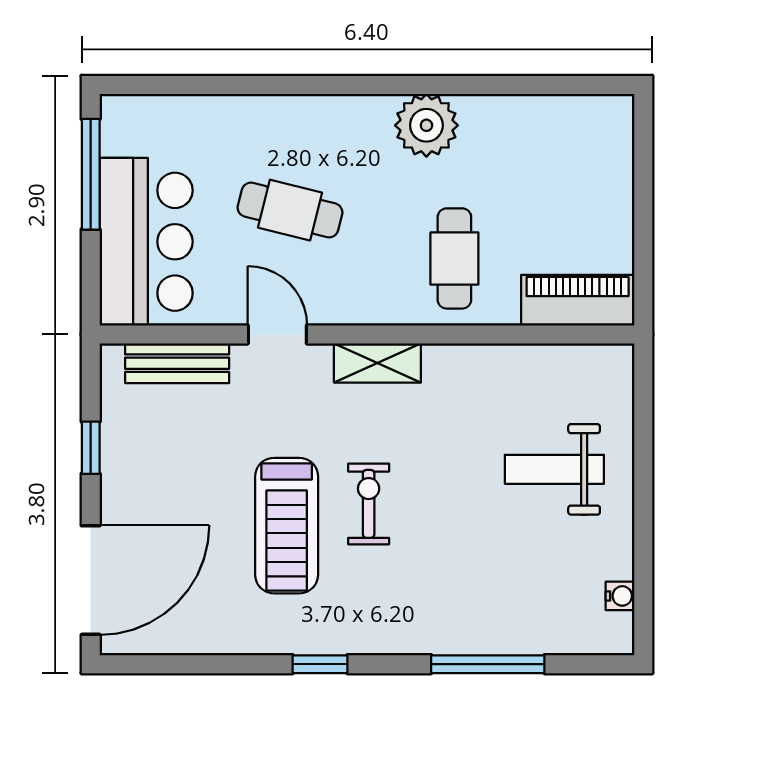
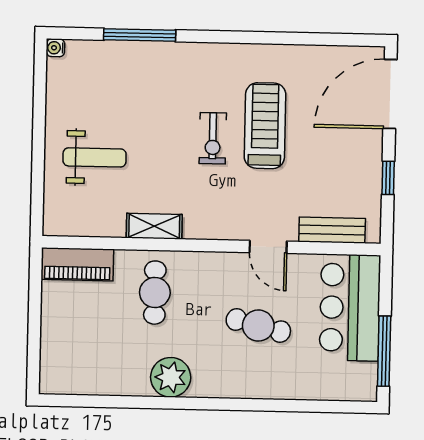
shelving: (377, 363) -> (154, 226), moved
water cooler: (620, 596) -> (55, 48), moved
window: (320, 664) -> (246, 37), removed

